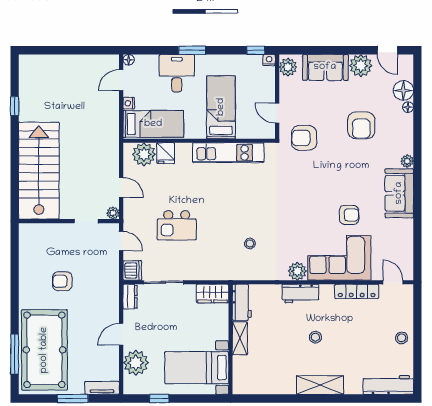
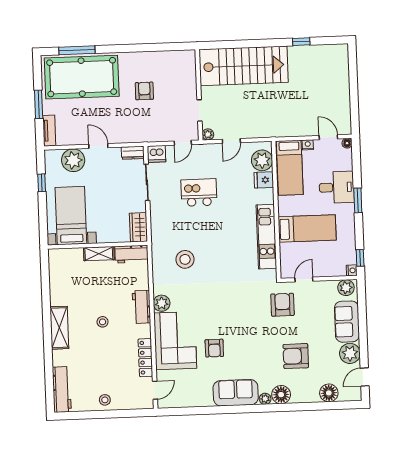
floor lamp: (408, 107) -> (281, 395), moved, width x1.89, depth x1.89
kitchen island: (177, 225) -> (199, 193), turned 90
stool: (250, 243) -> (185, 259), width x1.89, depth x1.89

